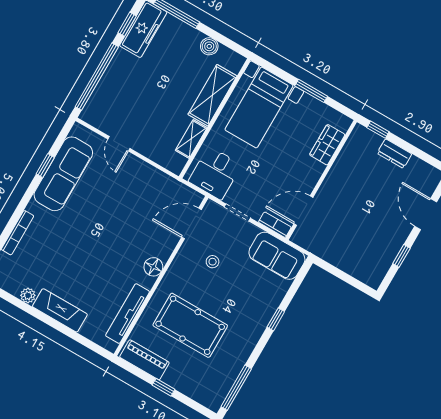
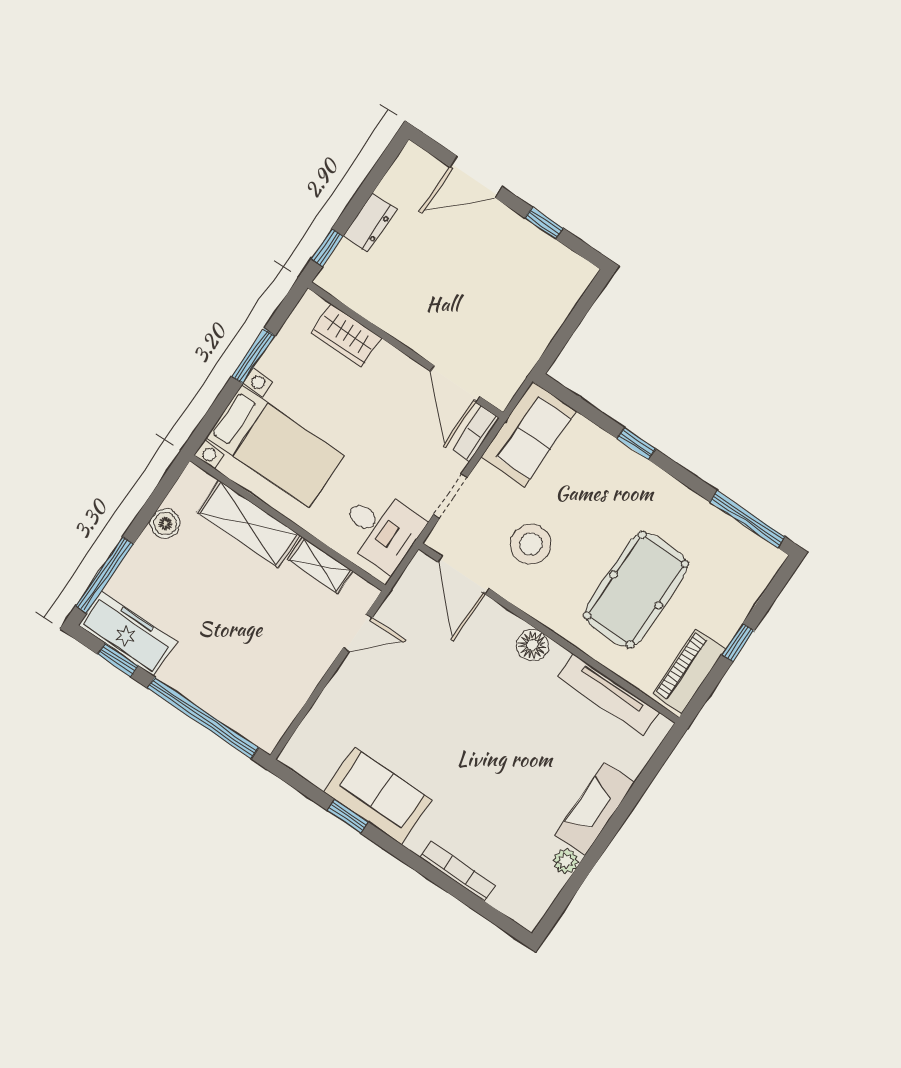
door: (119, 144) -> (358, 633), moved
sofa: (63, 174) -> (378, 796), width x0.73
stool: (213, 262) -> (531, 544), width x1.89, depth x1.89

